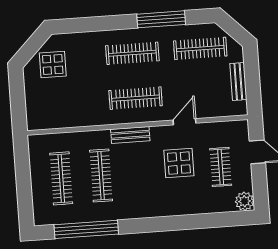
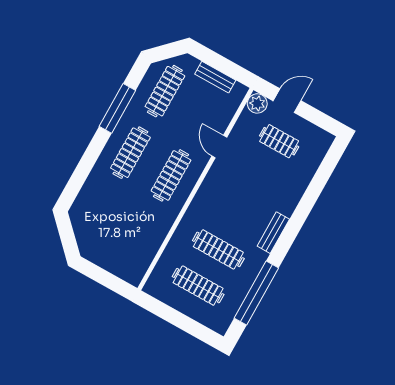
display table: (53, 64) -> (95, 228), removed
bench: (130, 135) -> (273, 233), moved
display table: (179, 163) -> (252, 175), removed
plant: (245, 201) -> (257, 103), moved

